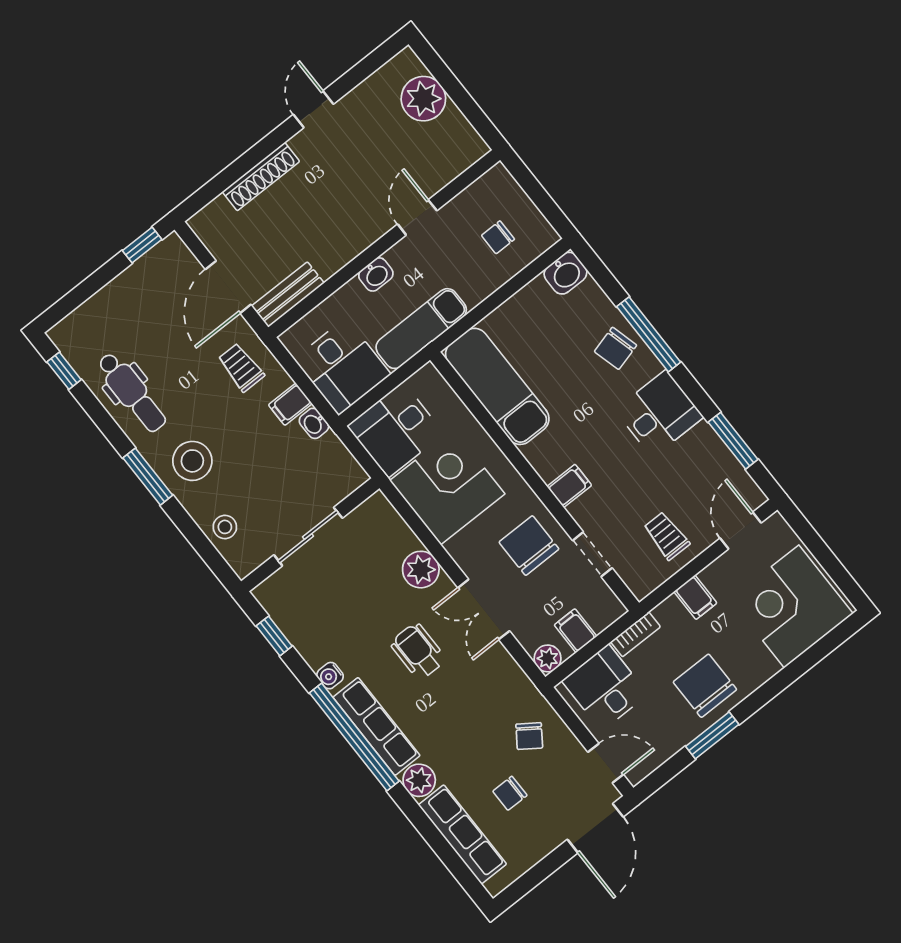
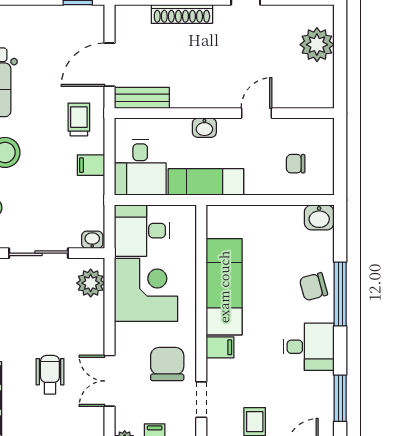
exam couch: (497, 386) -> (224, 287), moved
washbasin: (314, 423) -> (92, 240), moved, turned 90
plant: (421, 570) -> (91, 283), moved

